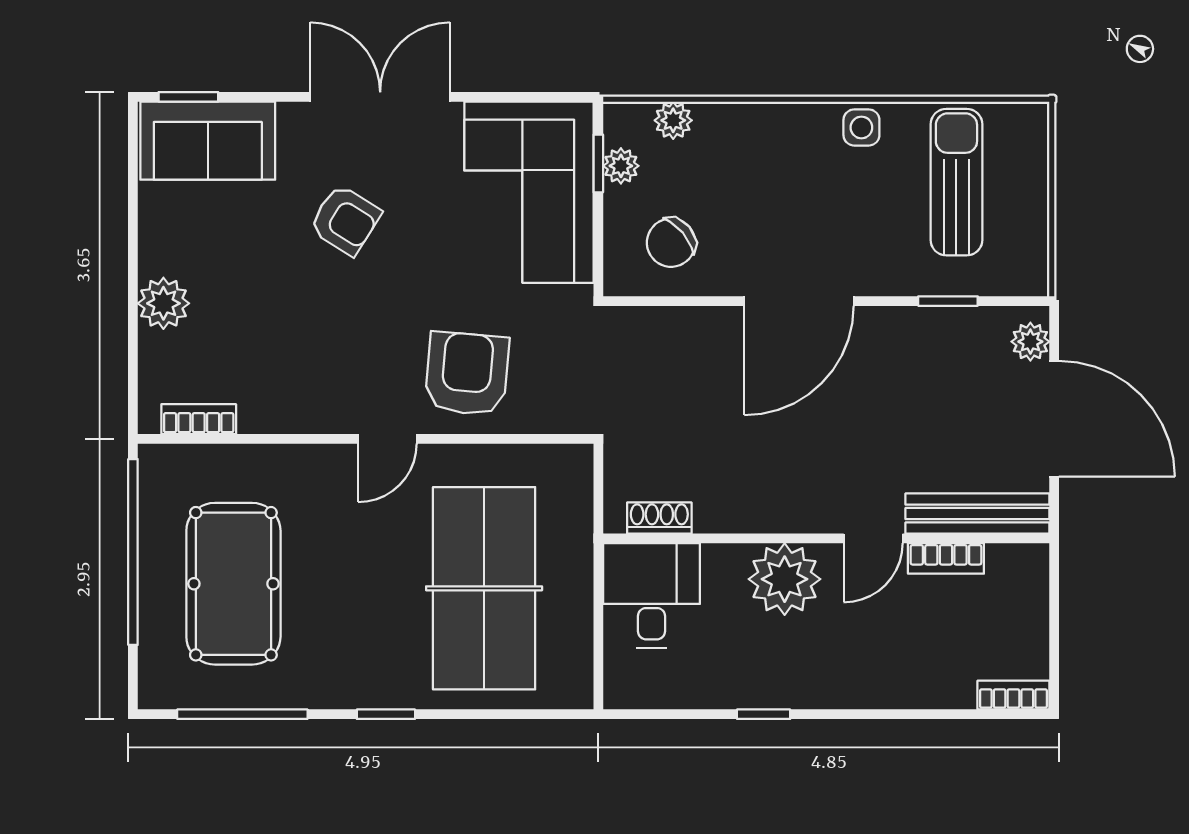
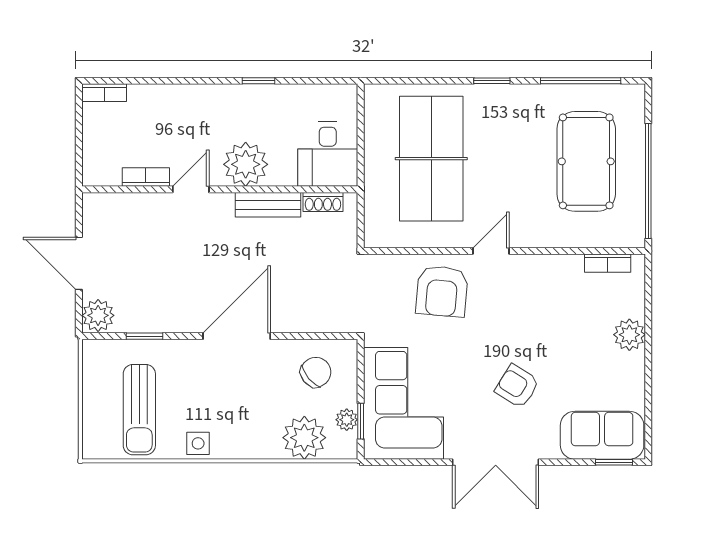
plant: (673, 120) -> (304, 438), width x1.87, depth x1.87
plant: (1030, 342) -> (98, 315), width x1.38, depth x1.38
door: (1054, 419) -> (79, 263), width x0.73
bench: (977, 514) -> (268, 205), moved, width x0.73

